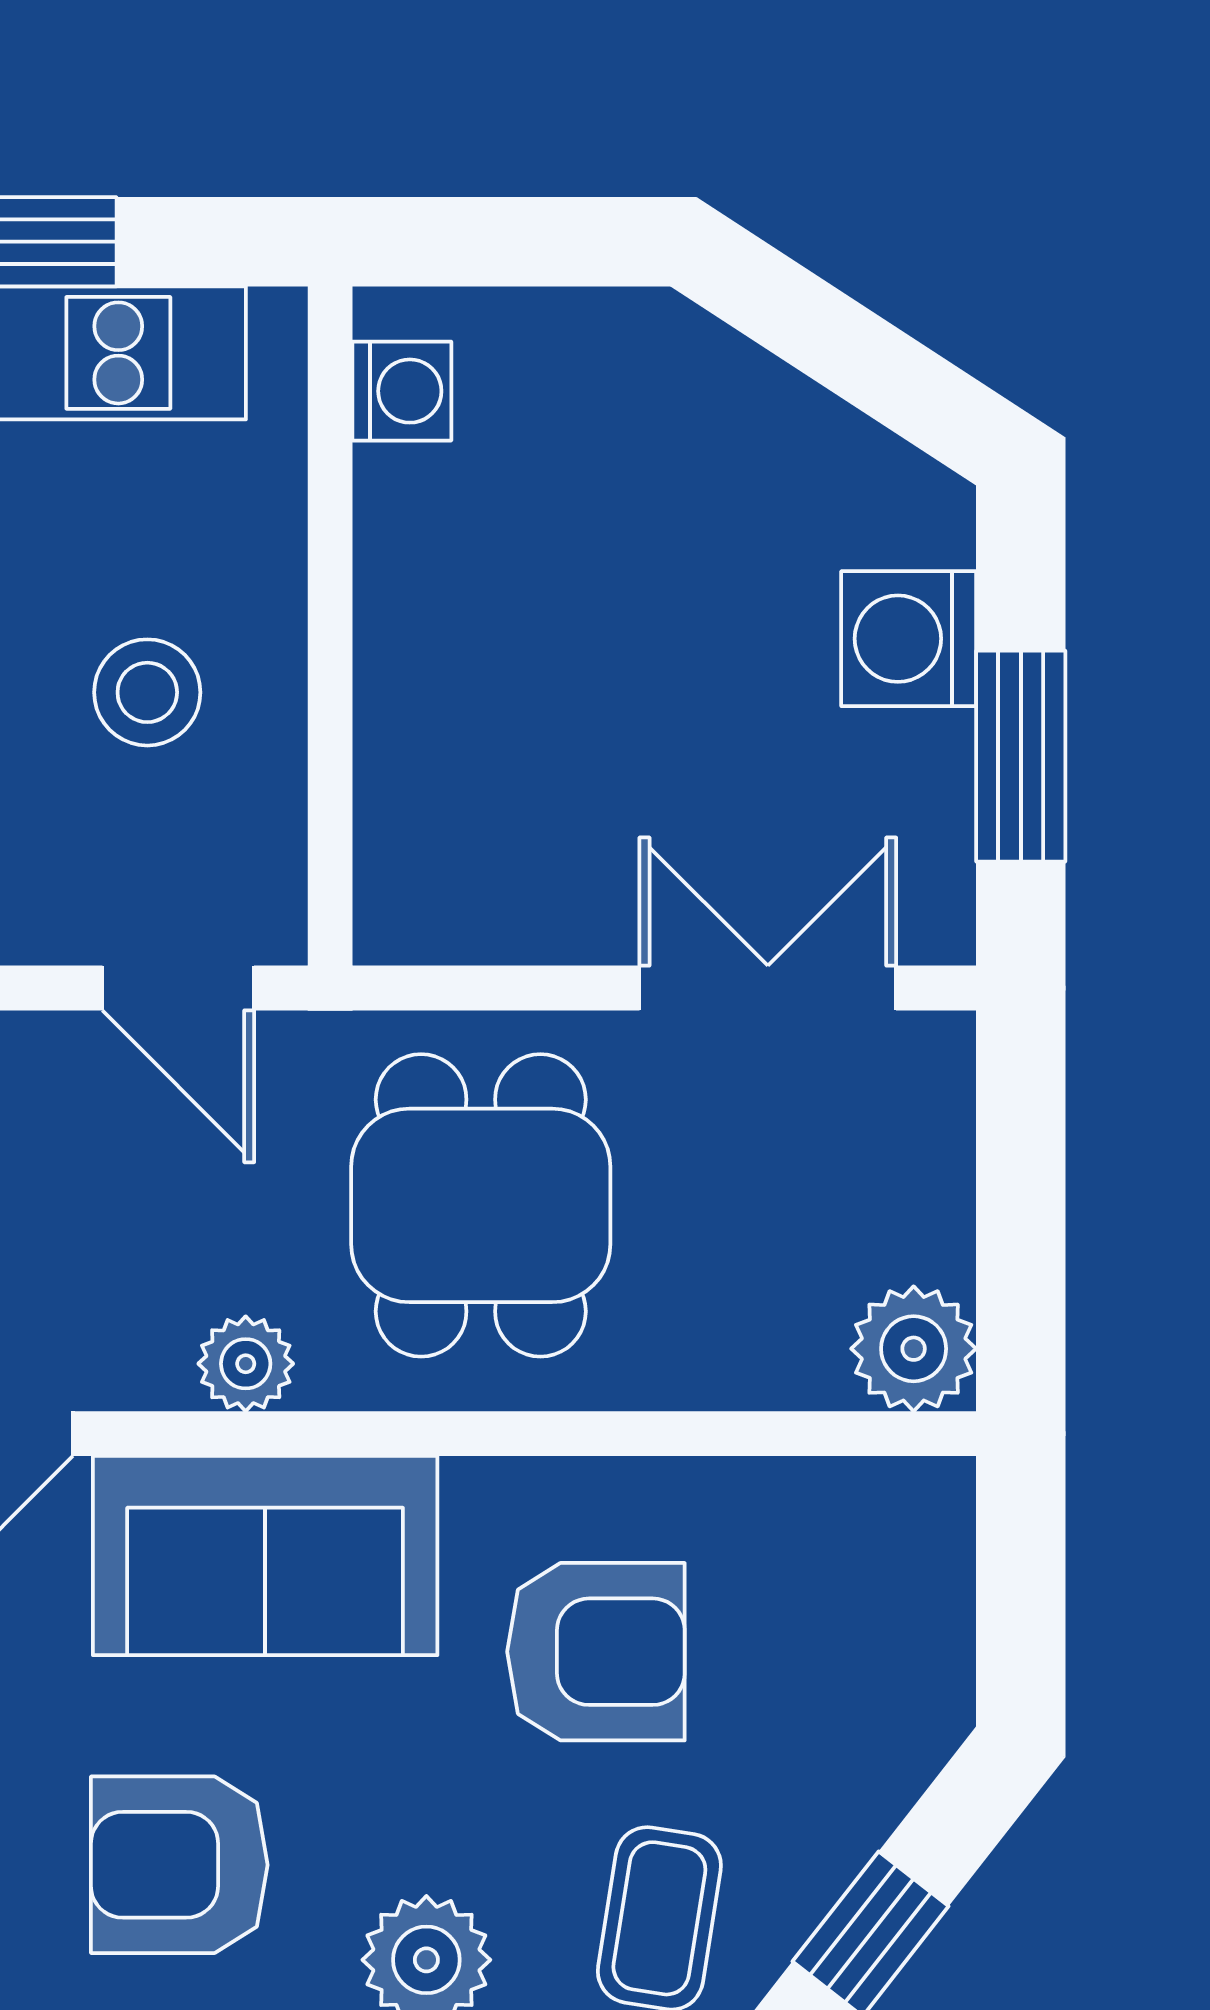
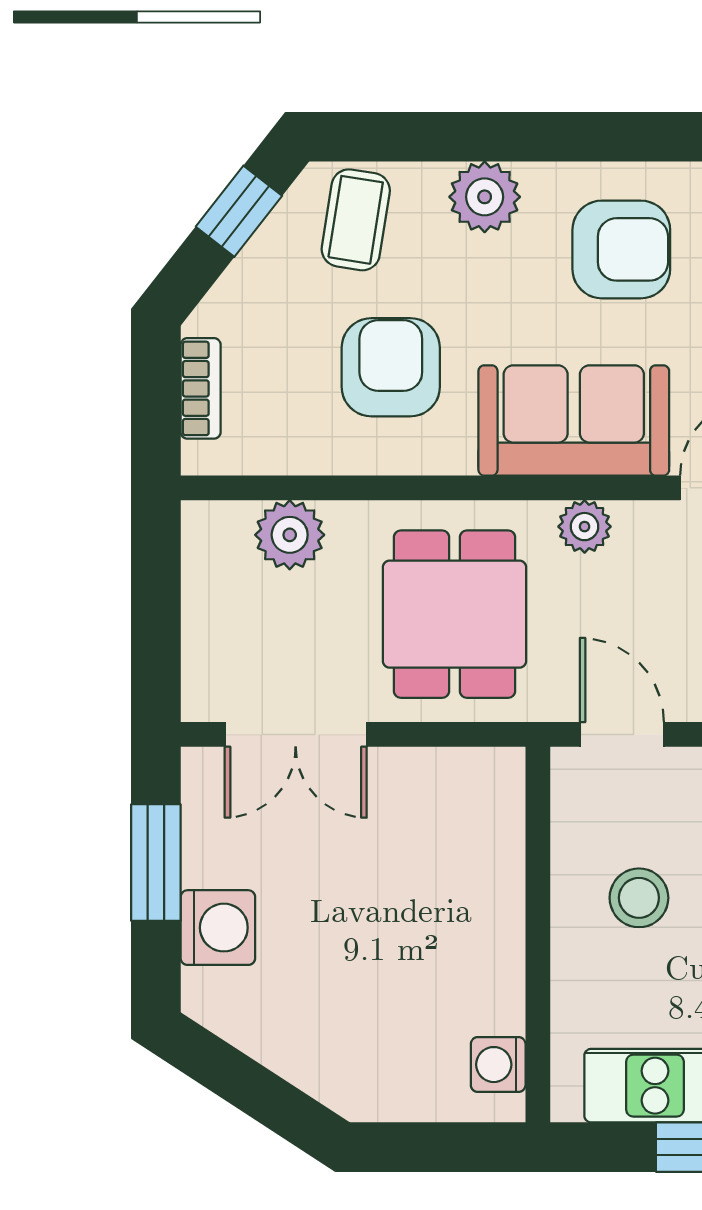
plant: (914, 1349) -> (290, 535), moved
bookcase: (940, 1613) -> (201, 388), added
armchair: (596, 1652) -> (391, 367), turned 90

